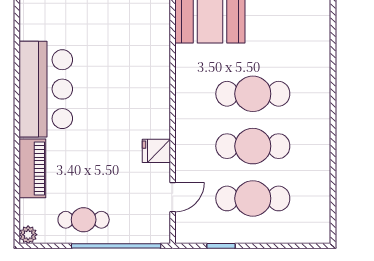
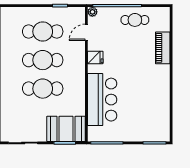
bar counter: (46, 89) -> (102, 100), moved, turned 180
plant: (28, 235) -> (92, 12), moved

